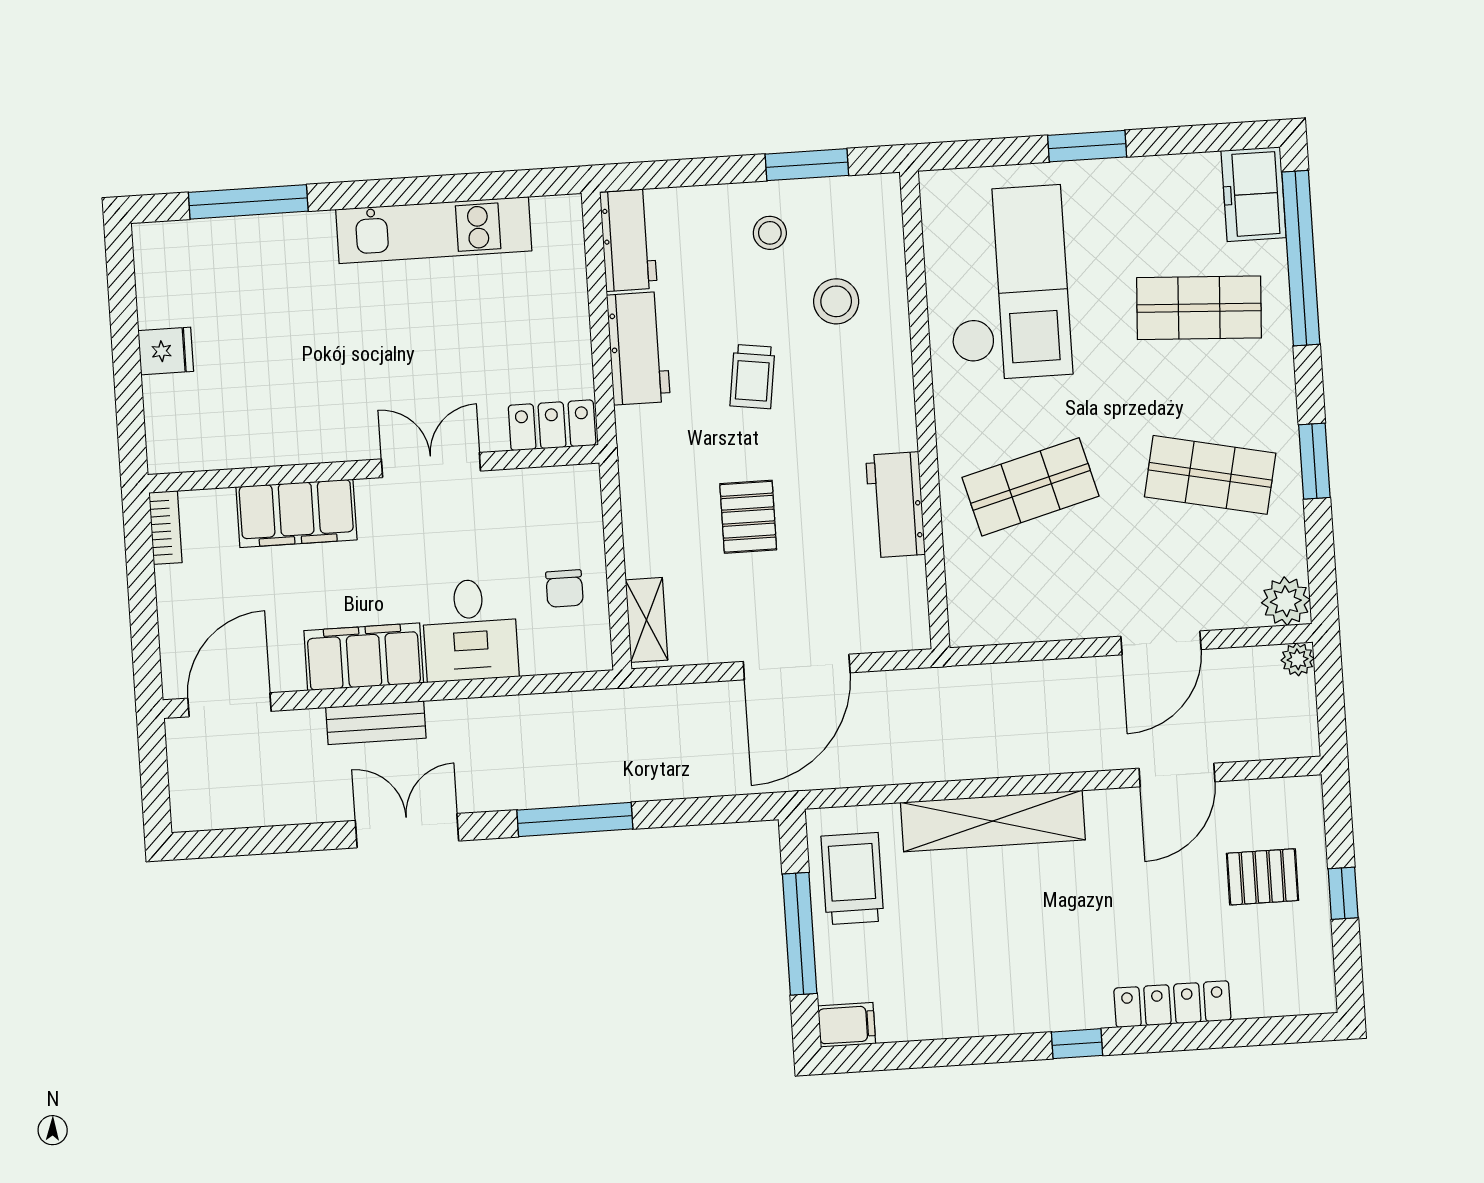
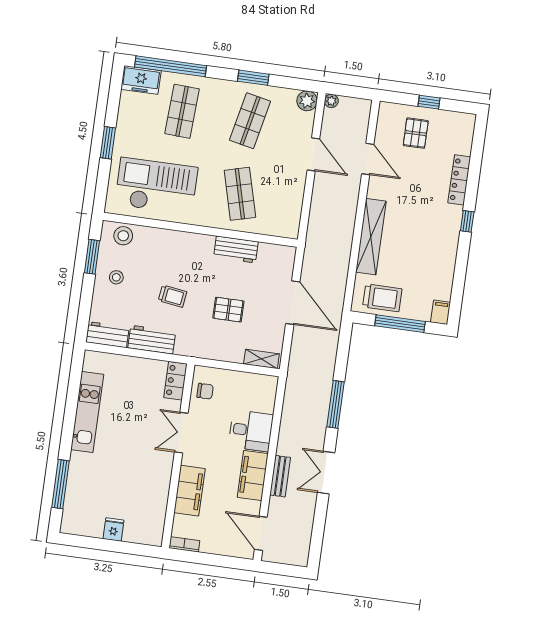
stool: (836, 301) -> (123, 236), moved
chair: (564, 588) -> (205, 391), moved
trolley: (852, 879) -> (382, 298), turned 180

